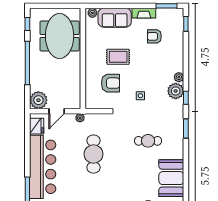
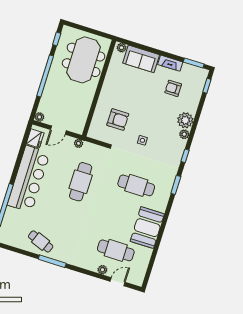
rug: (118, 57) -> (133, 97), removed
plant: (176, 91) -> (185, 120), moved
plant: (38, 100) -> (39, 117), width x0.53, depth x0.53
cafe table: (148, 141) -> (136, 185), width x1.37, depth x1.35

